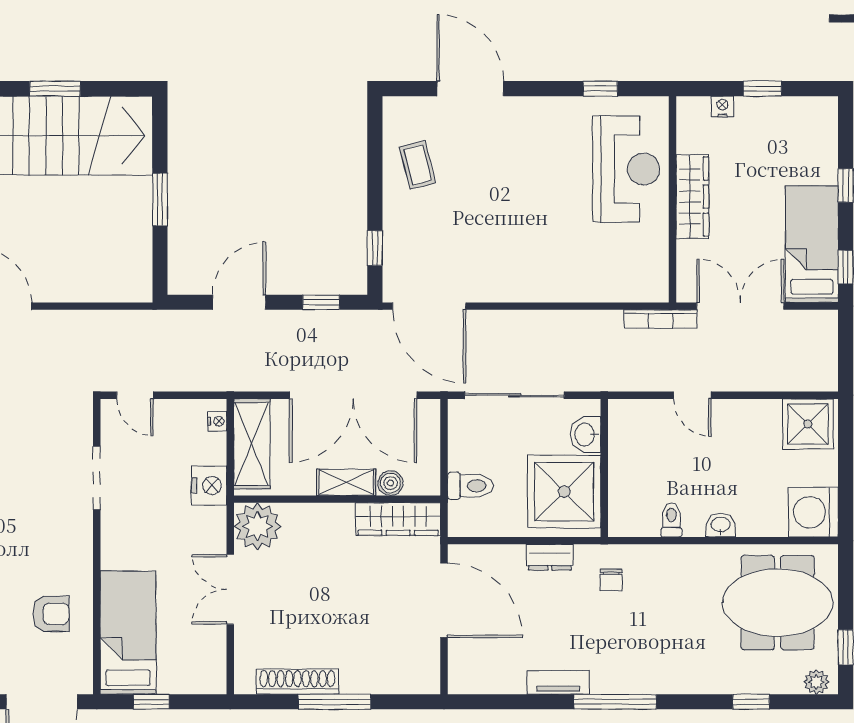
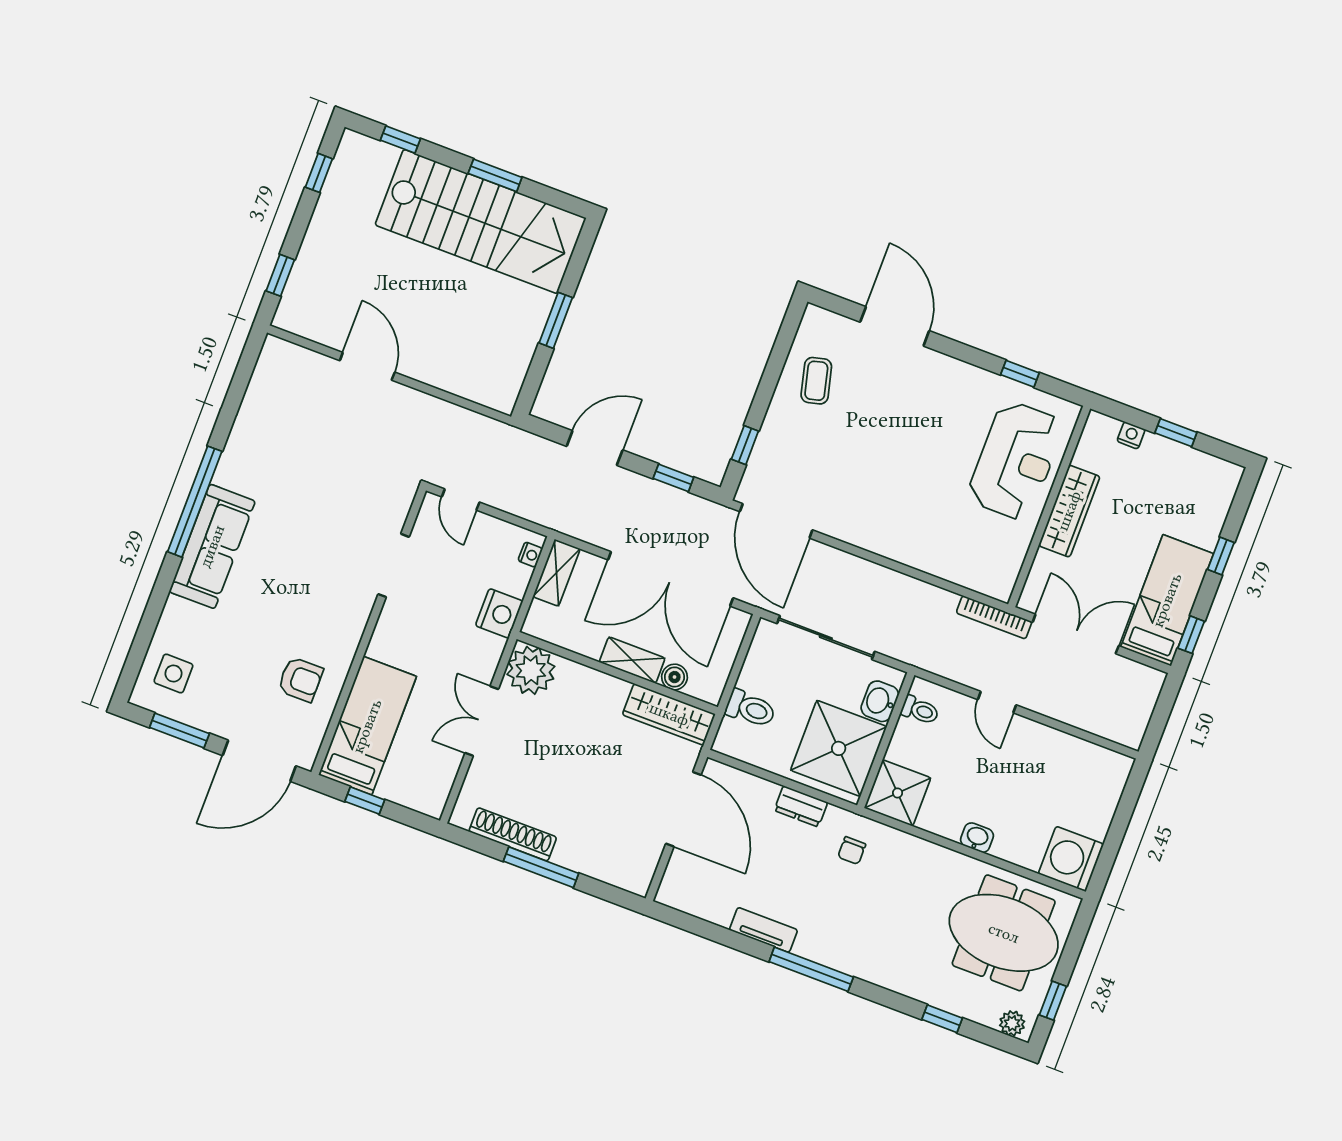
shower: (808, 424) -> (898, 793), moved
shelving: (252, 444) -> (557, 573), width x0.67, depth x0.75
toilet: (671, 520) -> (920, 710), moved, turned 90

